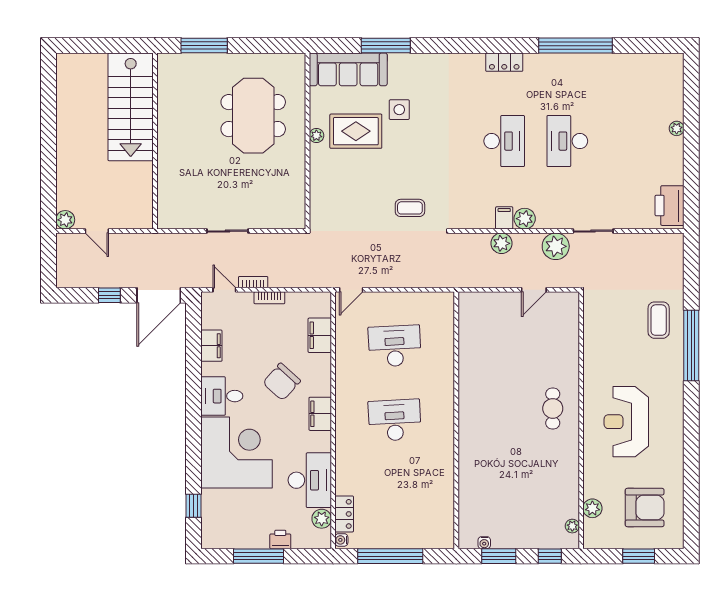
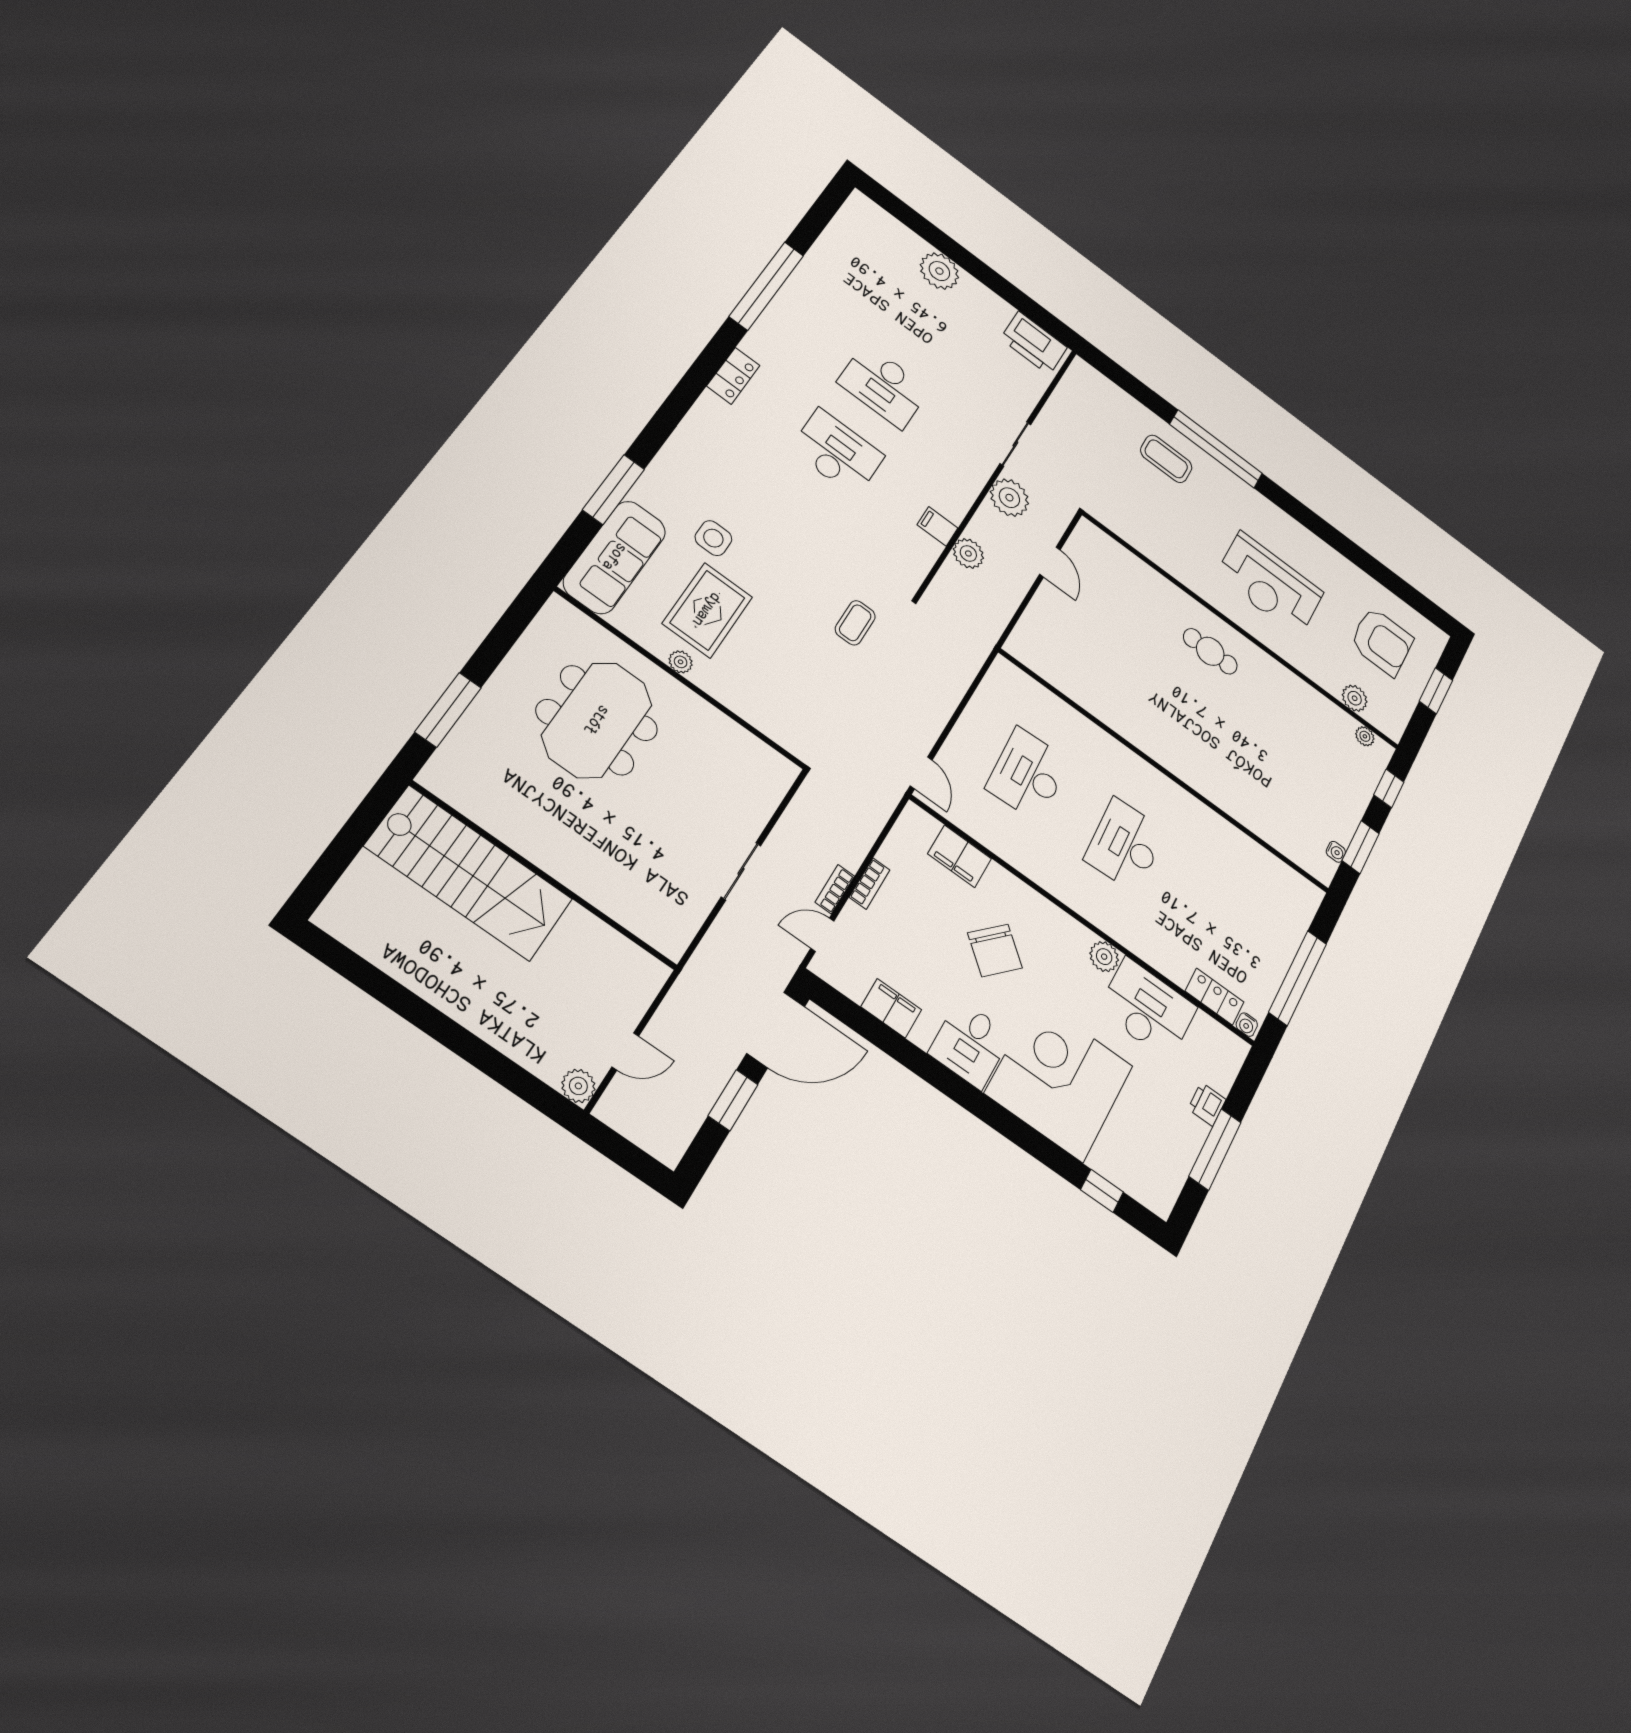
meeting table: (253, 116) -> (597, 720), turned 90
plant: (677, 128) -> (939, 271), width x1.88, depth x1.88
plant: (525, 219) -> (953, 505), removed
window: (109, 295) -> (733, 1100), width x1.50
door: (159, 295) -> (776, 1030), hinge flipped
filing cabinet: (320, 414) -> (1066, 932), removed
armchair: (645, 507) -> (1382, 641), turned 90
plant: (322, 519) -> (1104, 957), moved

